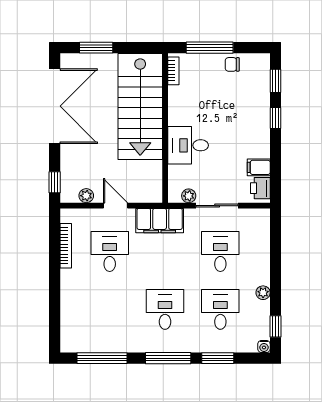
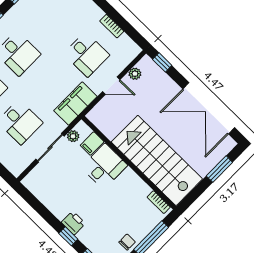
filing cabinet: (259, 167) -> (92, 144), moved, turned 180
printer: (260, 188) -> (73, 223), moved
bookcase: (66, 246) -> (112, 26), width x0.64

